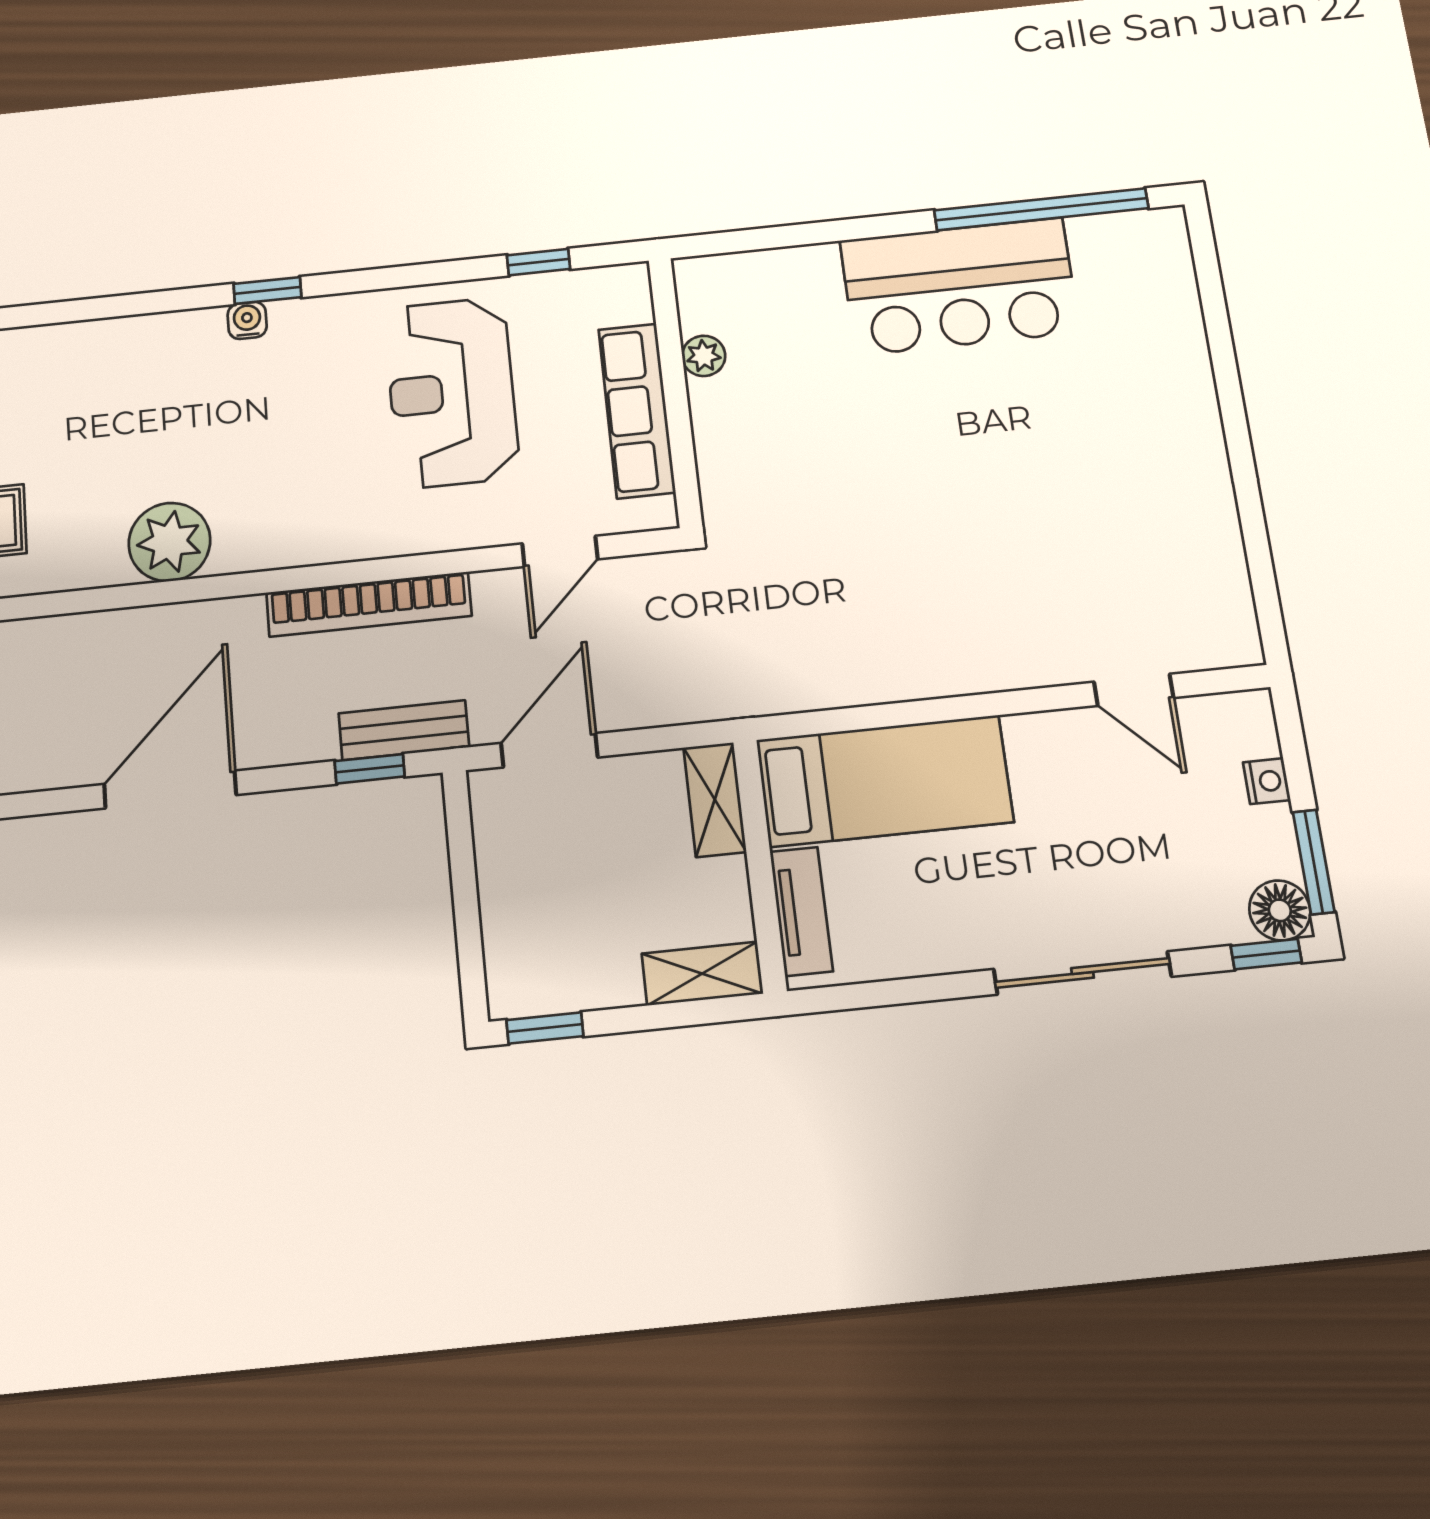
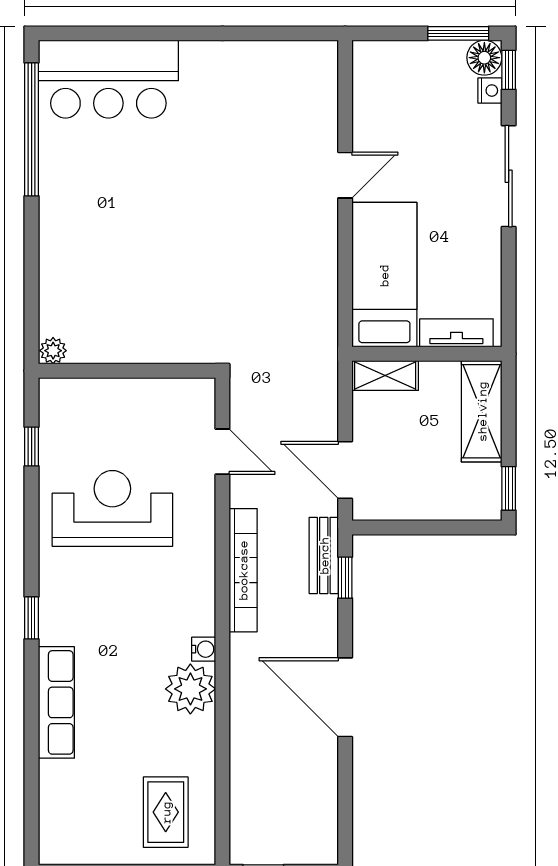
bar counter: (959, 286) -> (108, 79), moved, turned 90
water cooler: (247, 320) -> (204, 649), moved, turned 180
plant: (704, 356) -> (53, 351), moved
reception desk: (452, 392) -> (112, 508), turned 180
row of seats: (637, 410) -> (56, 702), moved, turned -90
door: (1134, 690) -> (345, 175), moved
nightstand: (1267, 781) -> (490, 91), moved, turned 90
shelving: (702, 974) -> (482, 411), width x1.50, depth x1.33

